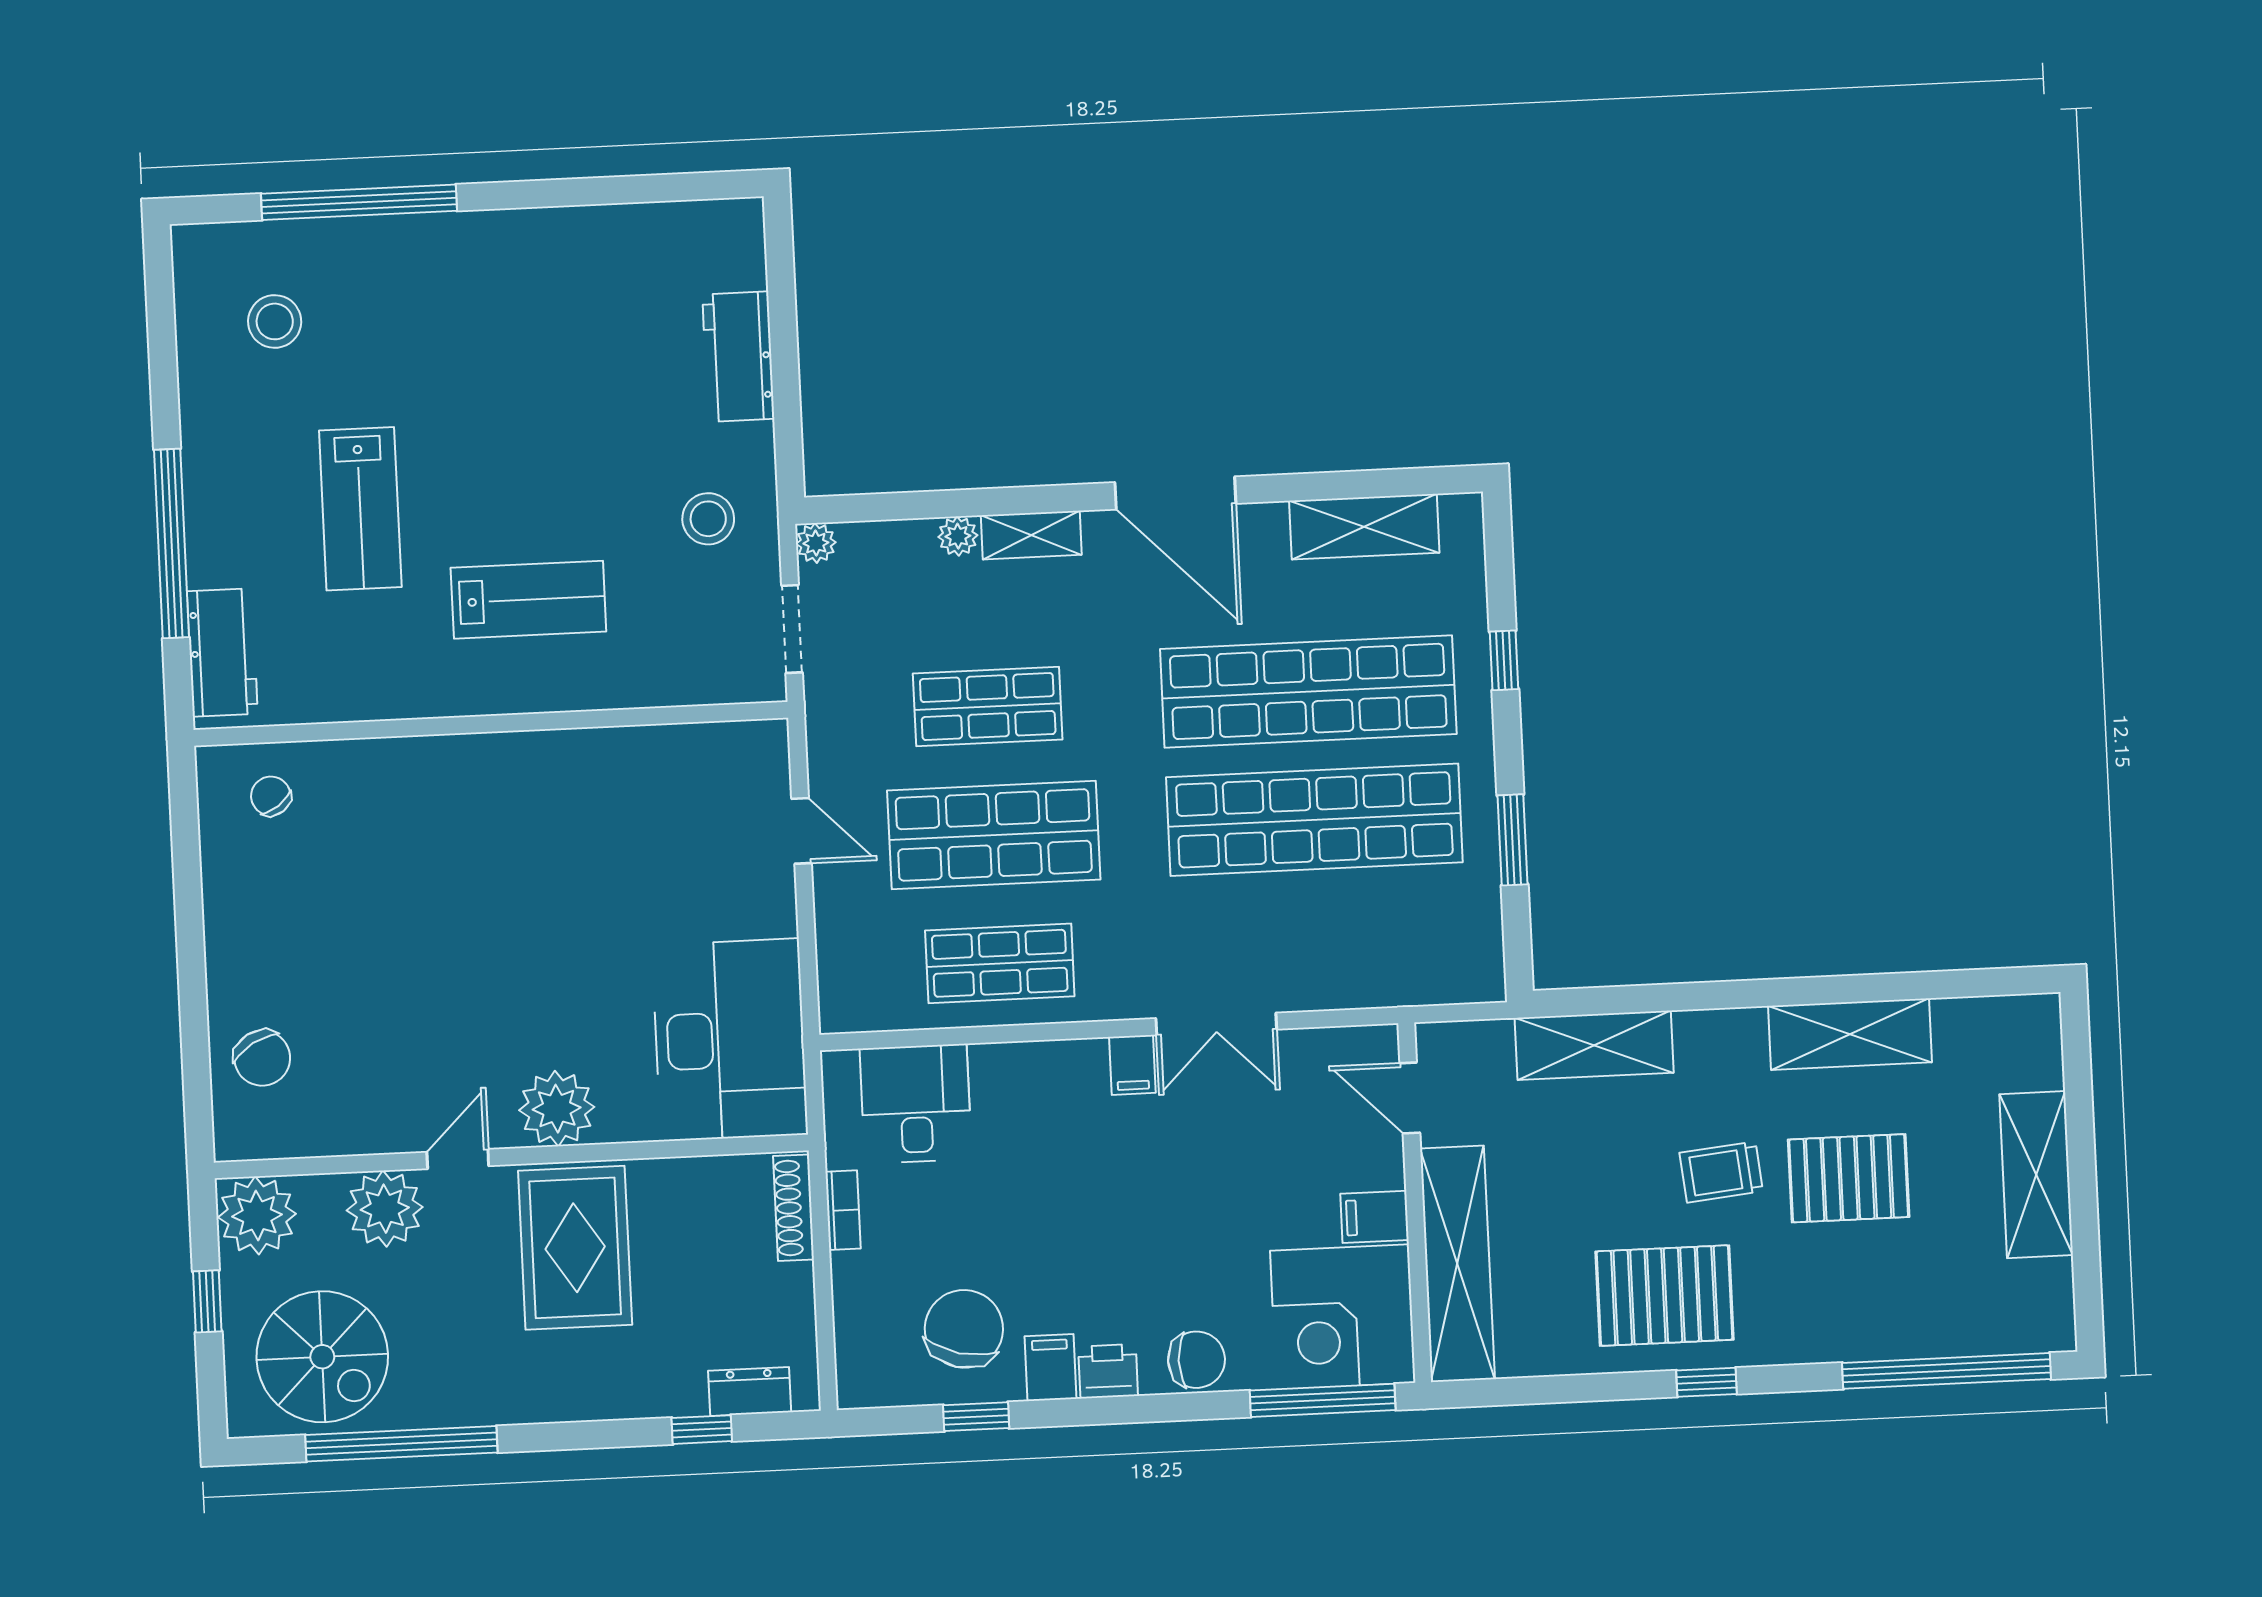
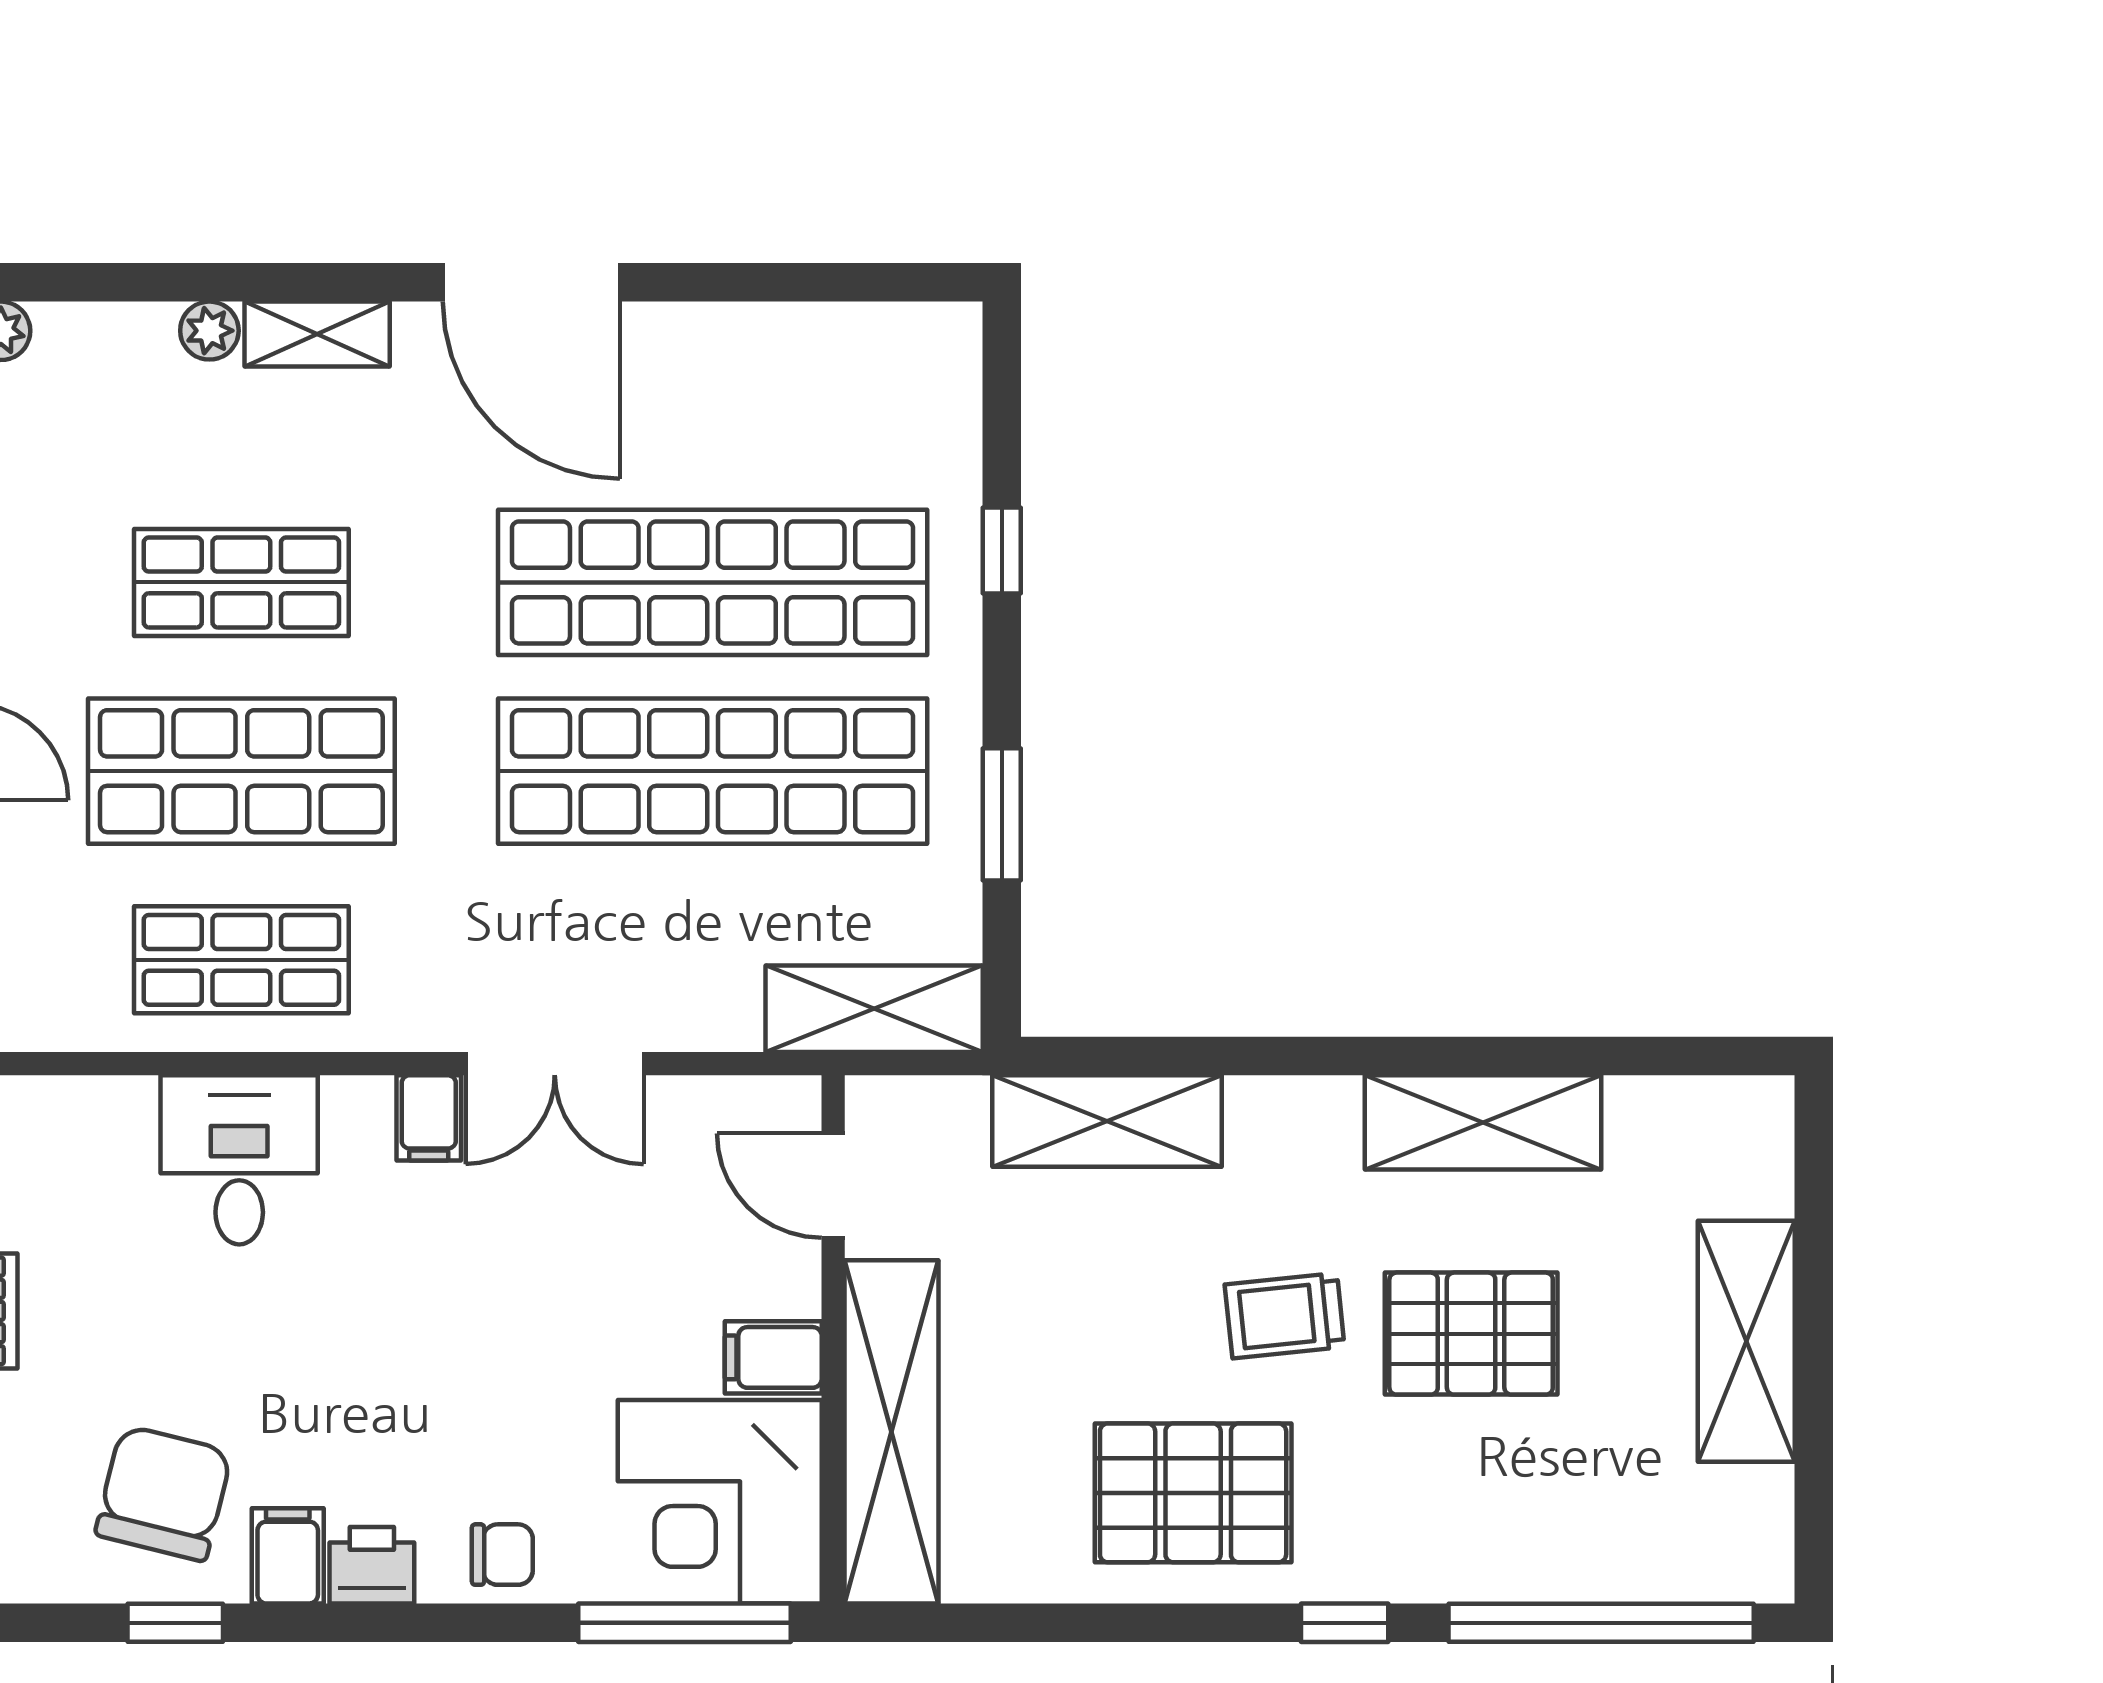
shelving: (1364, 527) -> (874, 1009), moved
desk: (916, 1104) -> (239, 1160), moved
chair: (1196, 1360) -> (502, 1555), width x0.73, depth x0.73
window: (1706, 1382) -> (1345, 1623), moved

